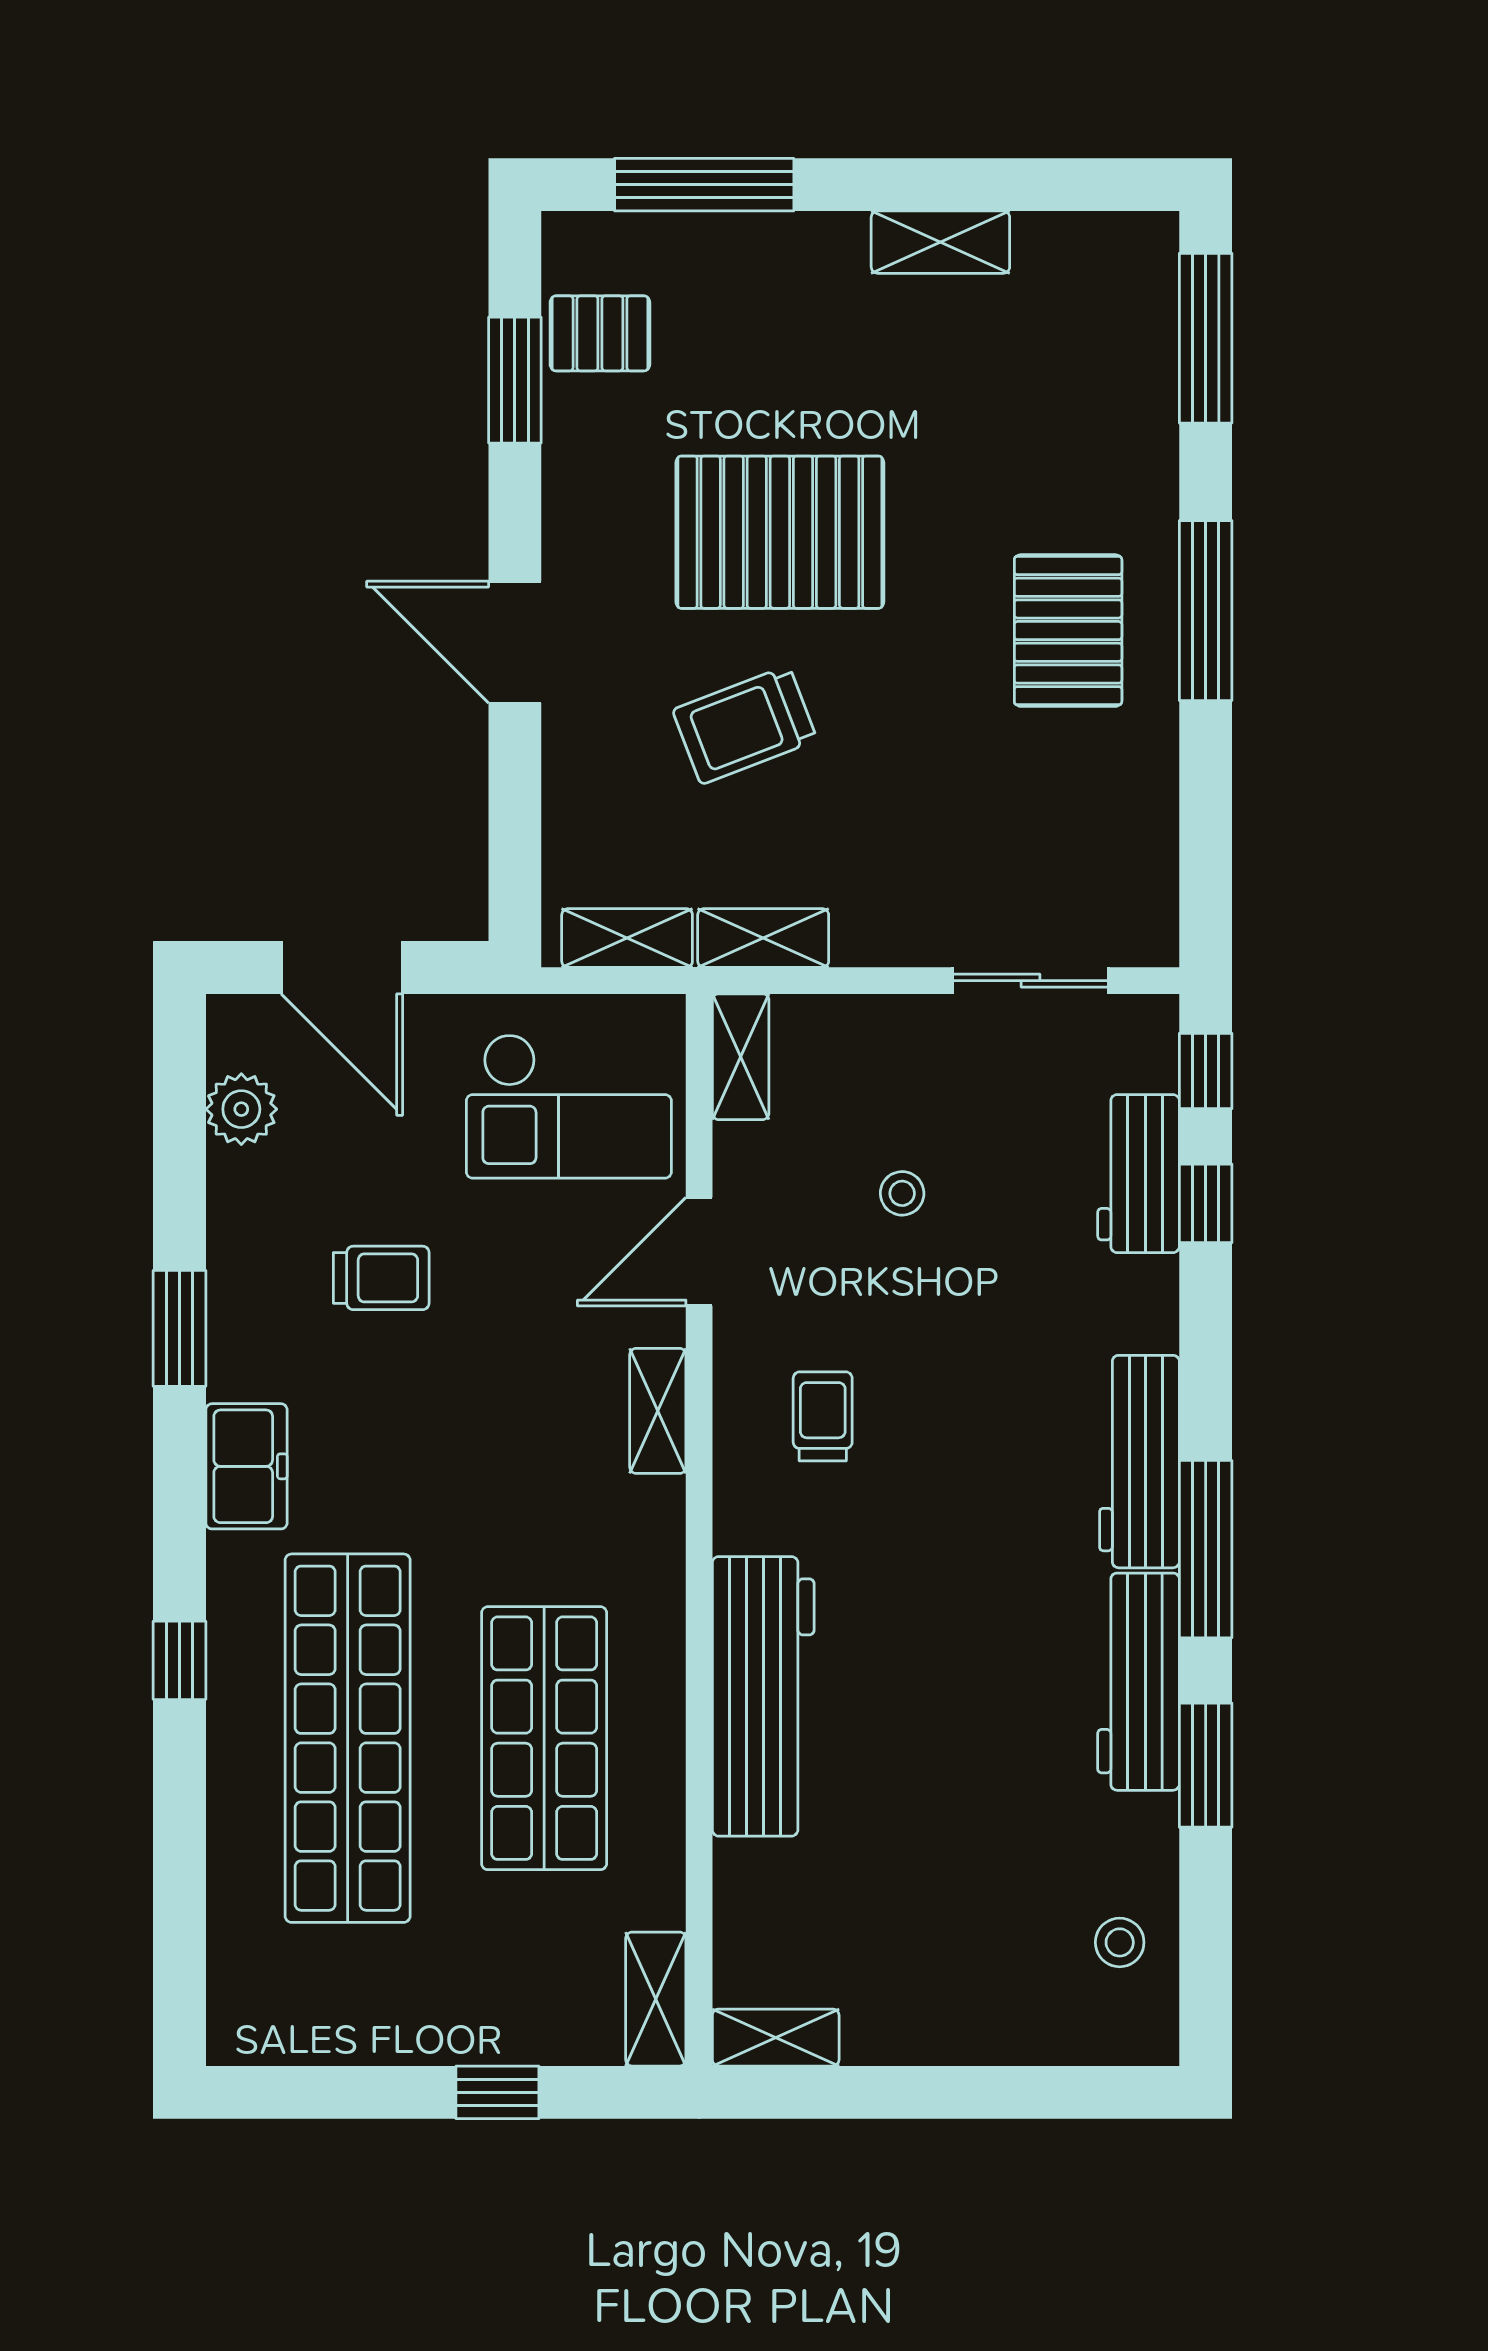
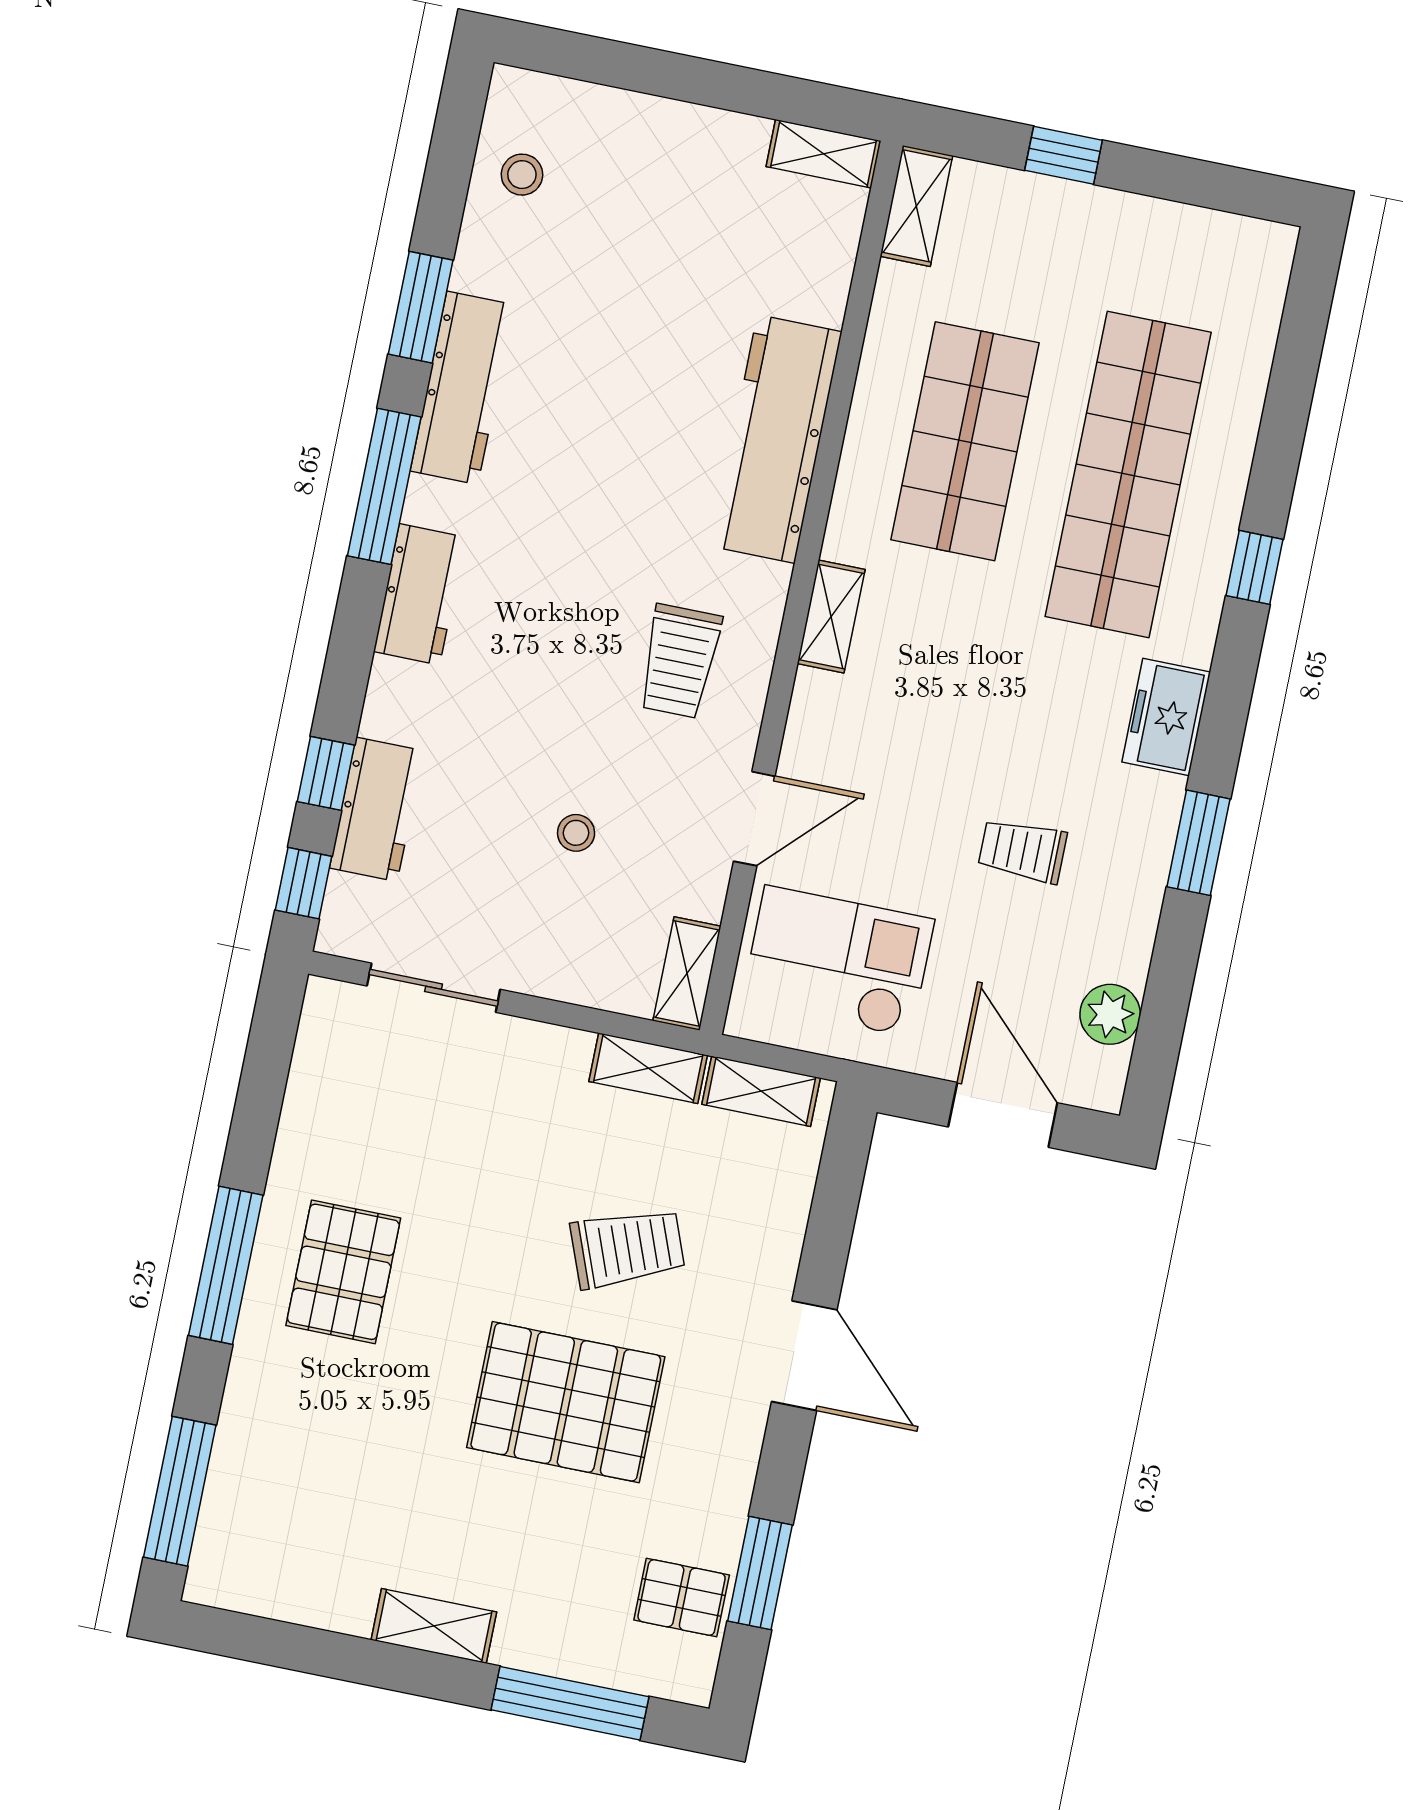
shelving: (940, 242) -> (434, 1626), moved
shelving: (658, 1411) -> (831, 616), moved
trolley: (823, 1416) -> (680, 661), width x1.36, depth x1.39
workbench: (1139, 1462) -> (419, 594), width x0.73

